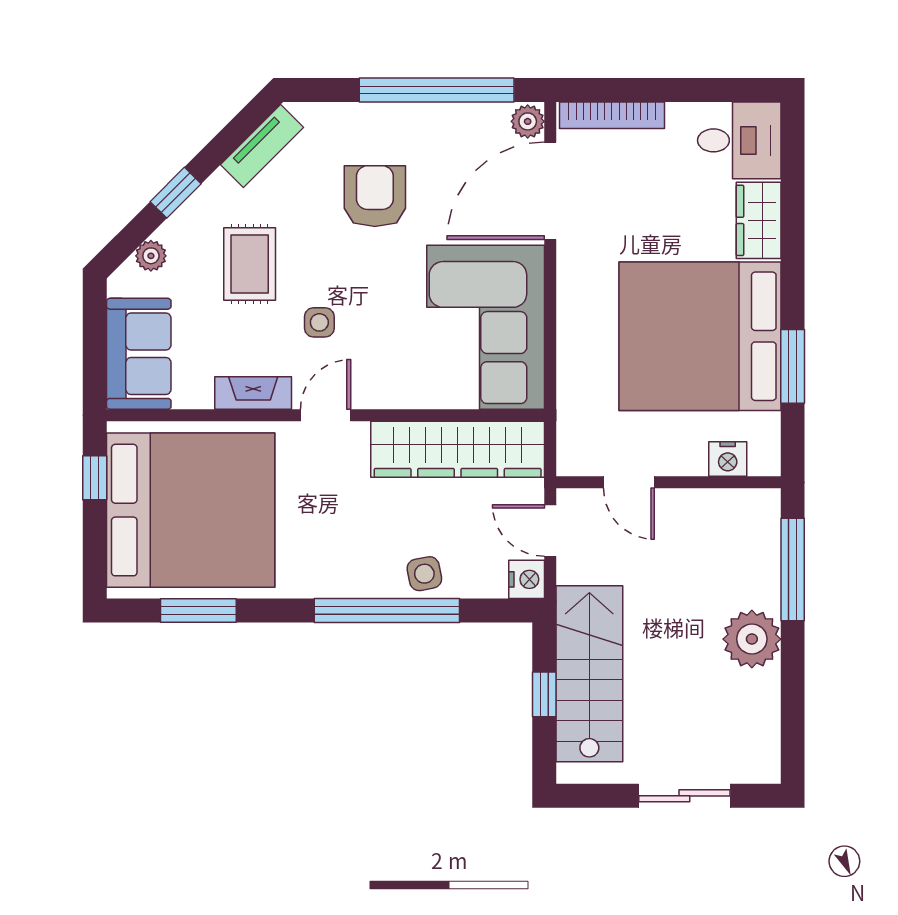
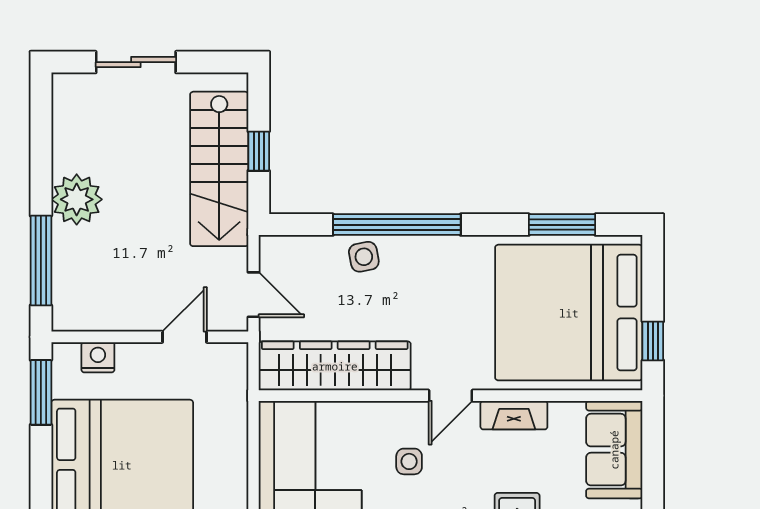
side table: (319, 322) -> (409, 461), moved
window: (793, 366) -> (41, 392), moved
door: (629, 482) -> (184, 337), hinge flipped
nightstand: (527, 579) -> (274, 252), removed

